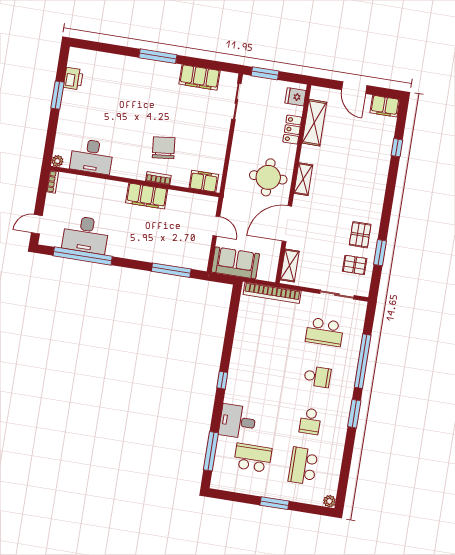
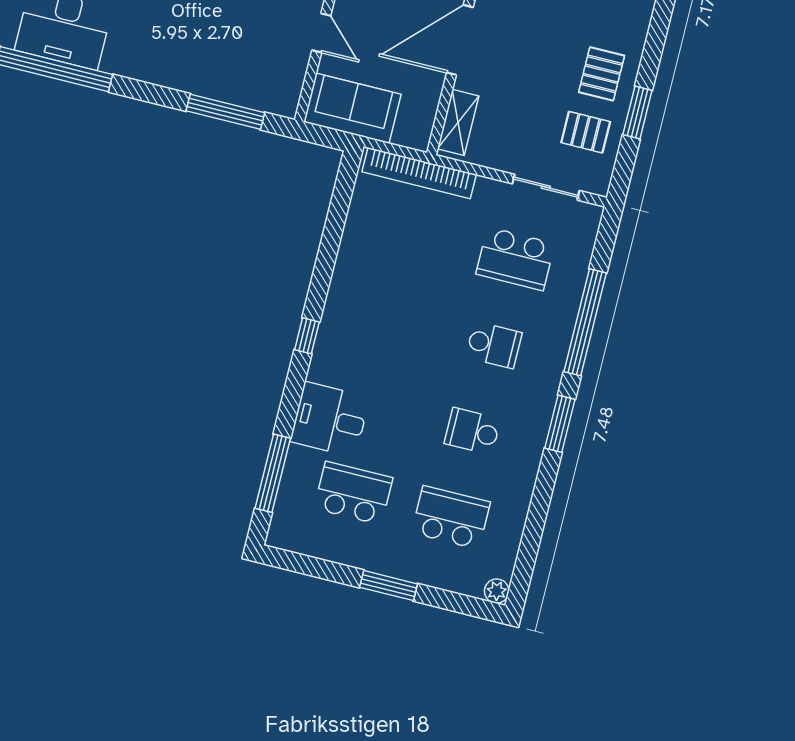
school desk: (310, 421) -> (472, 431), turned 90
school desk: (303, 466) -> (451, 517), turned 90

